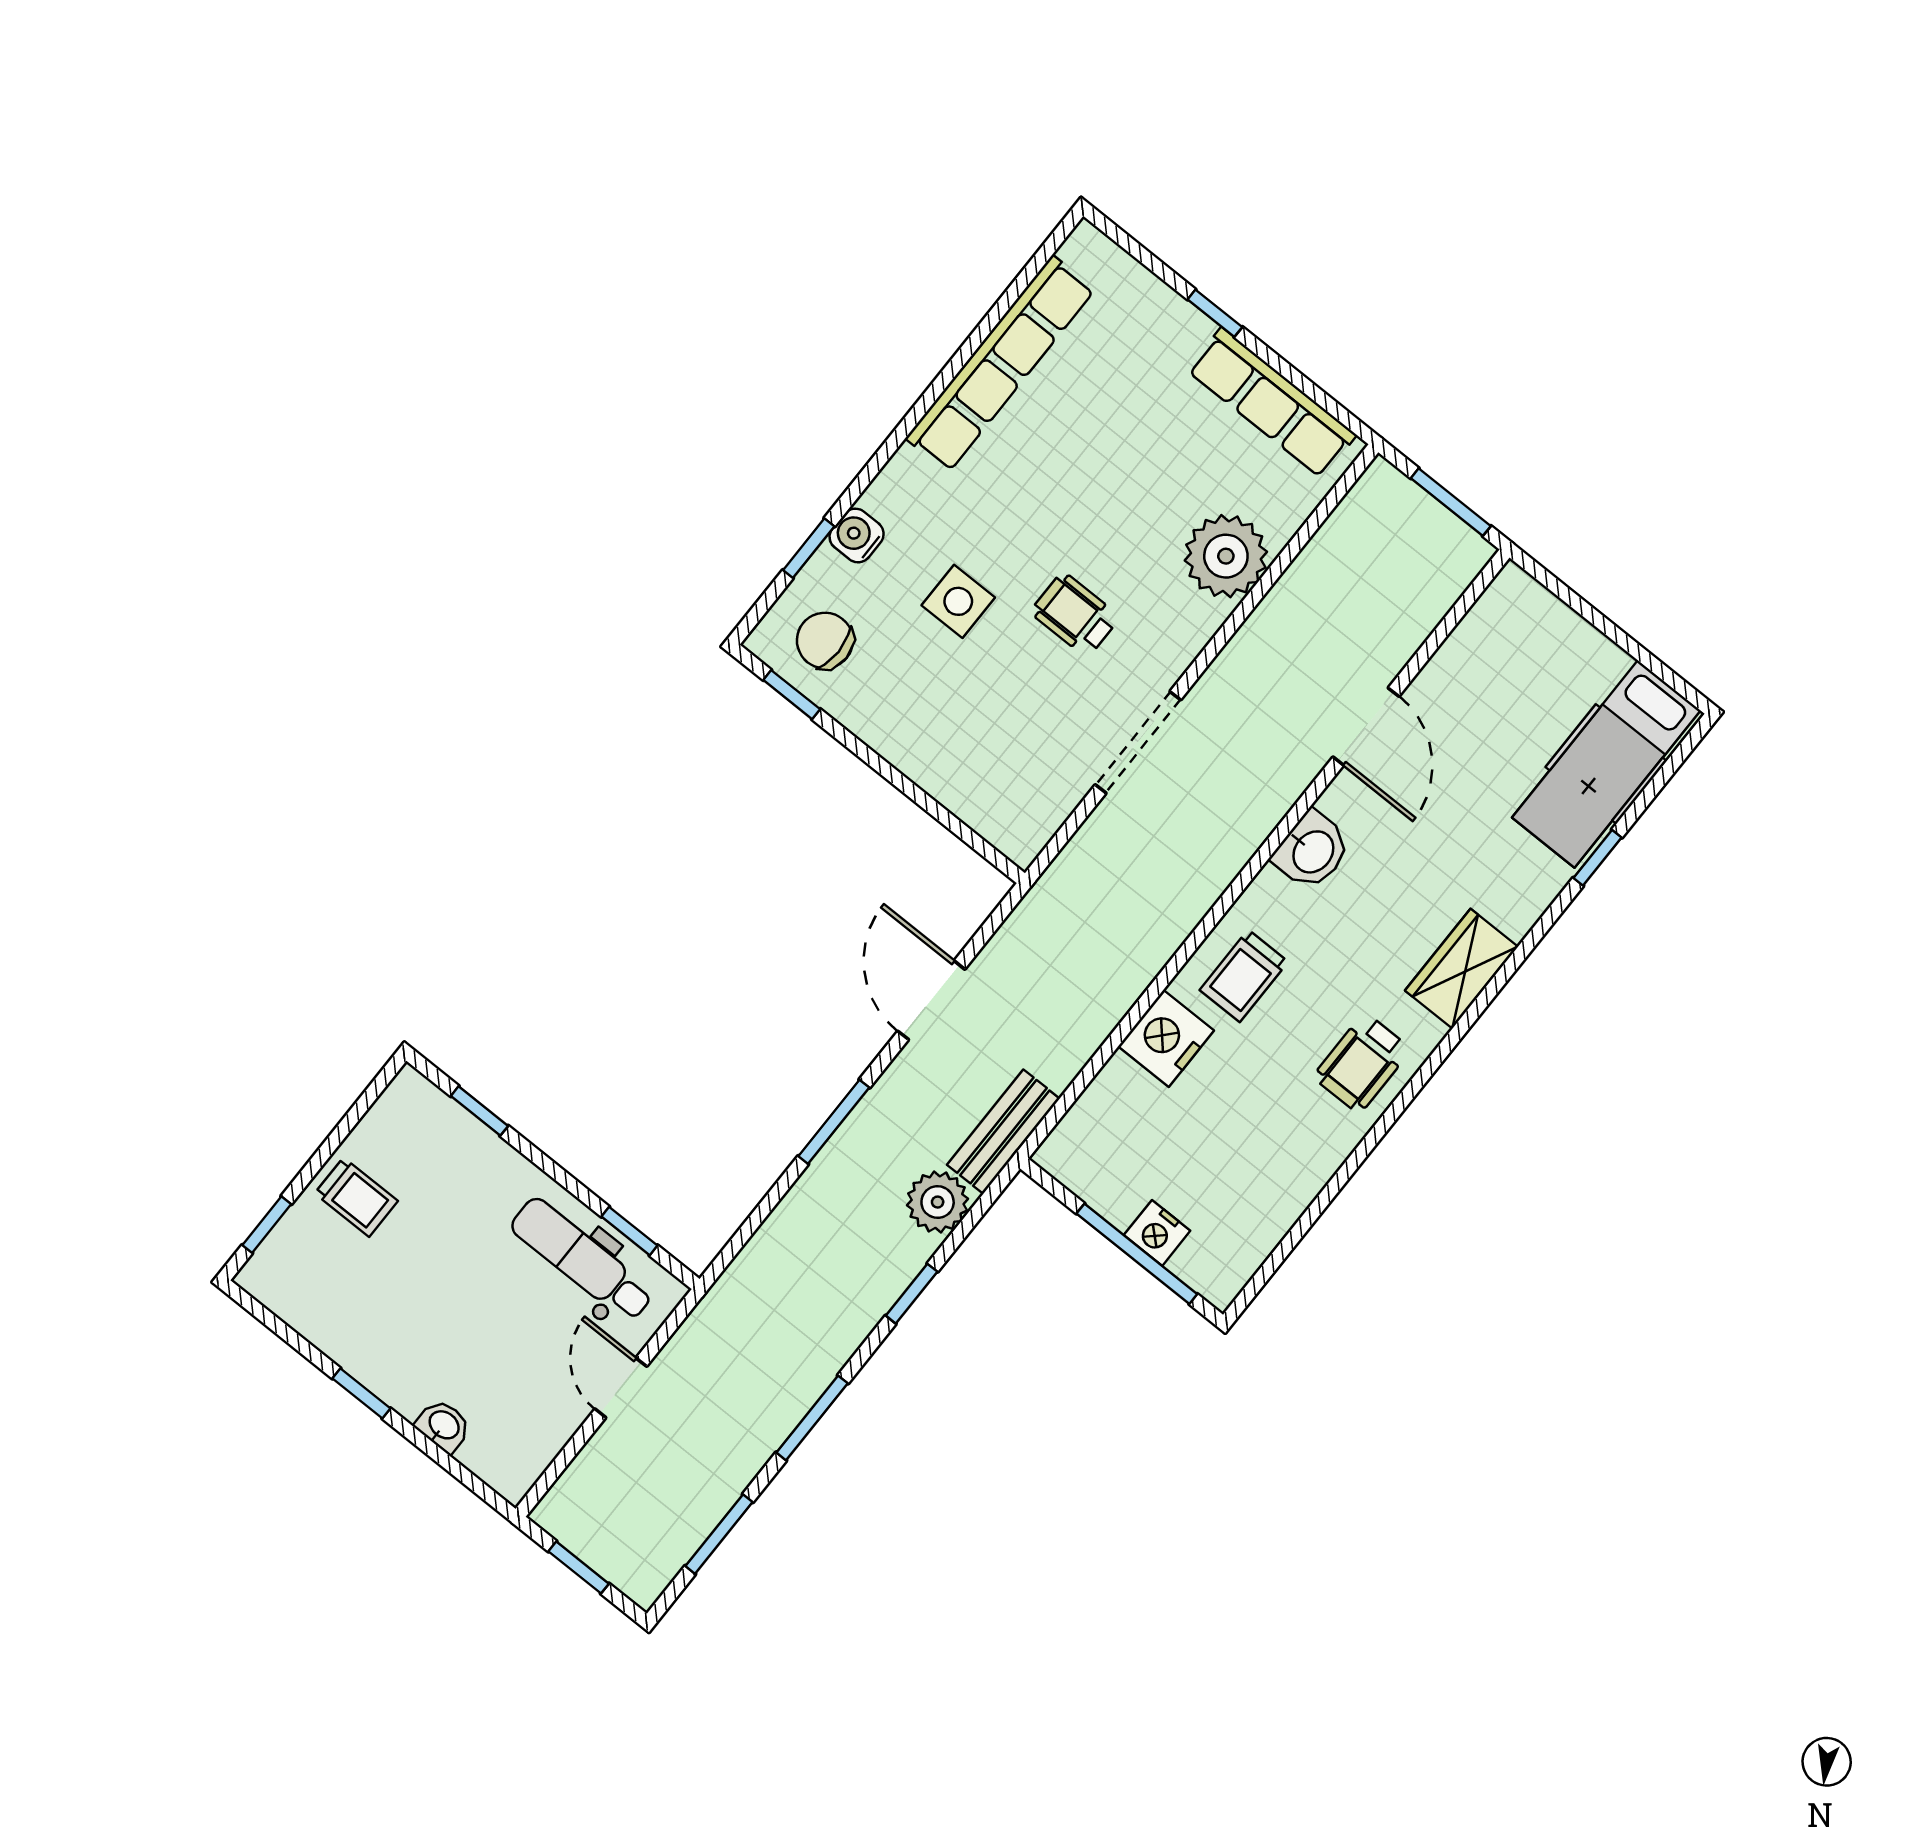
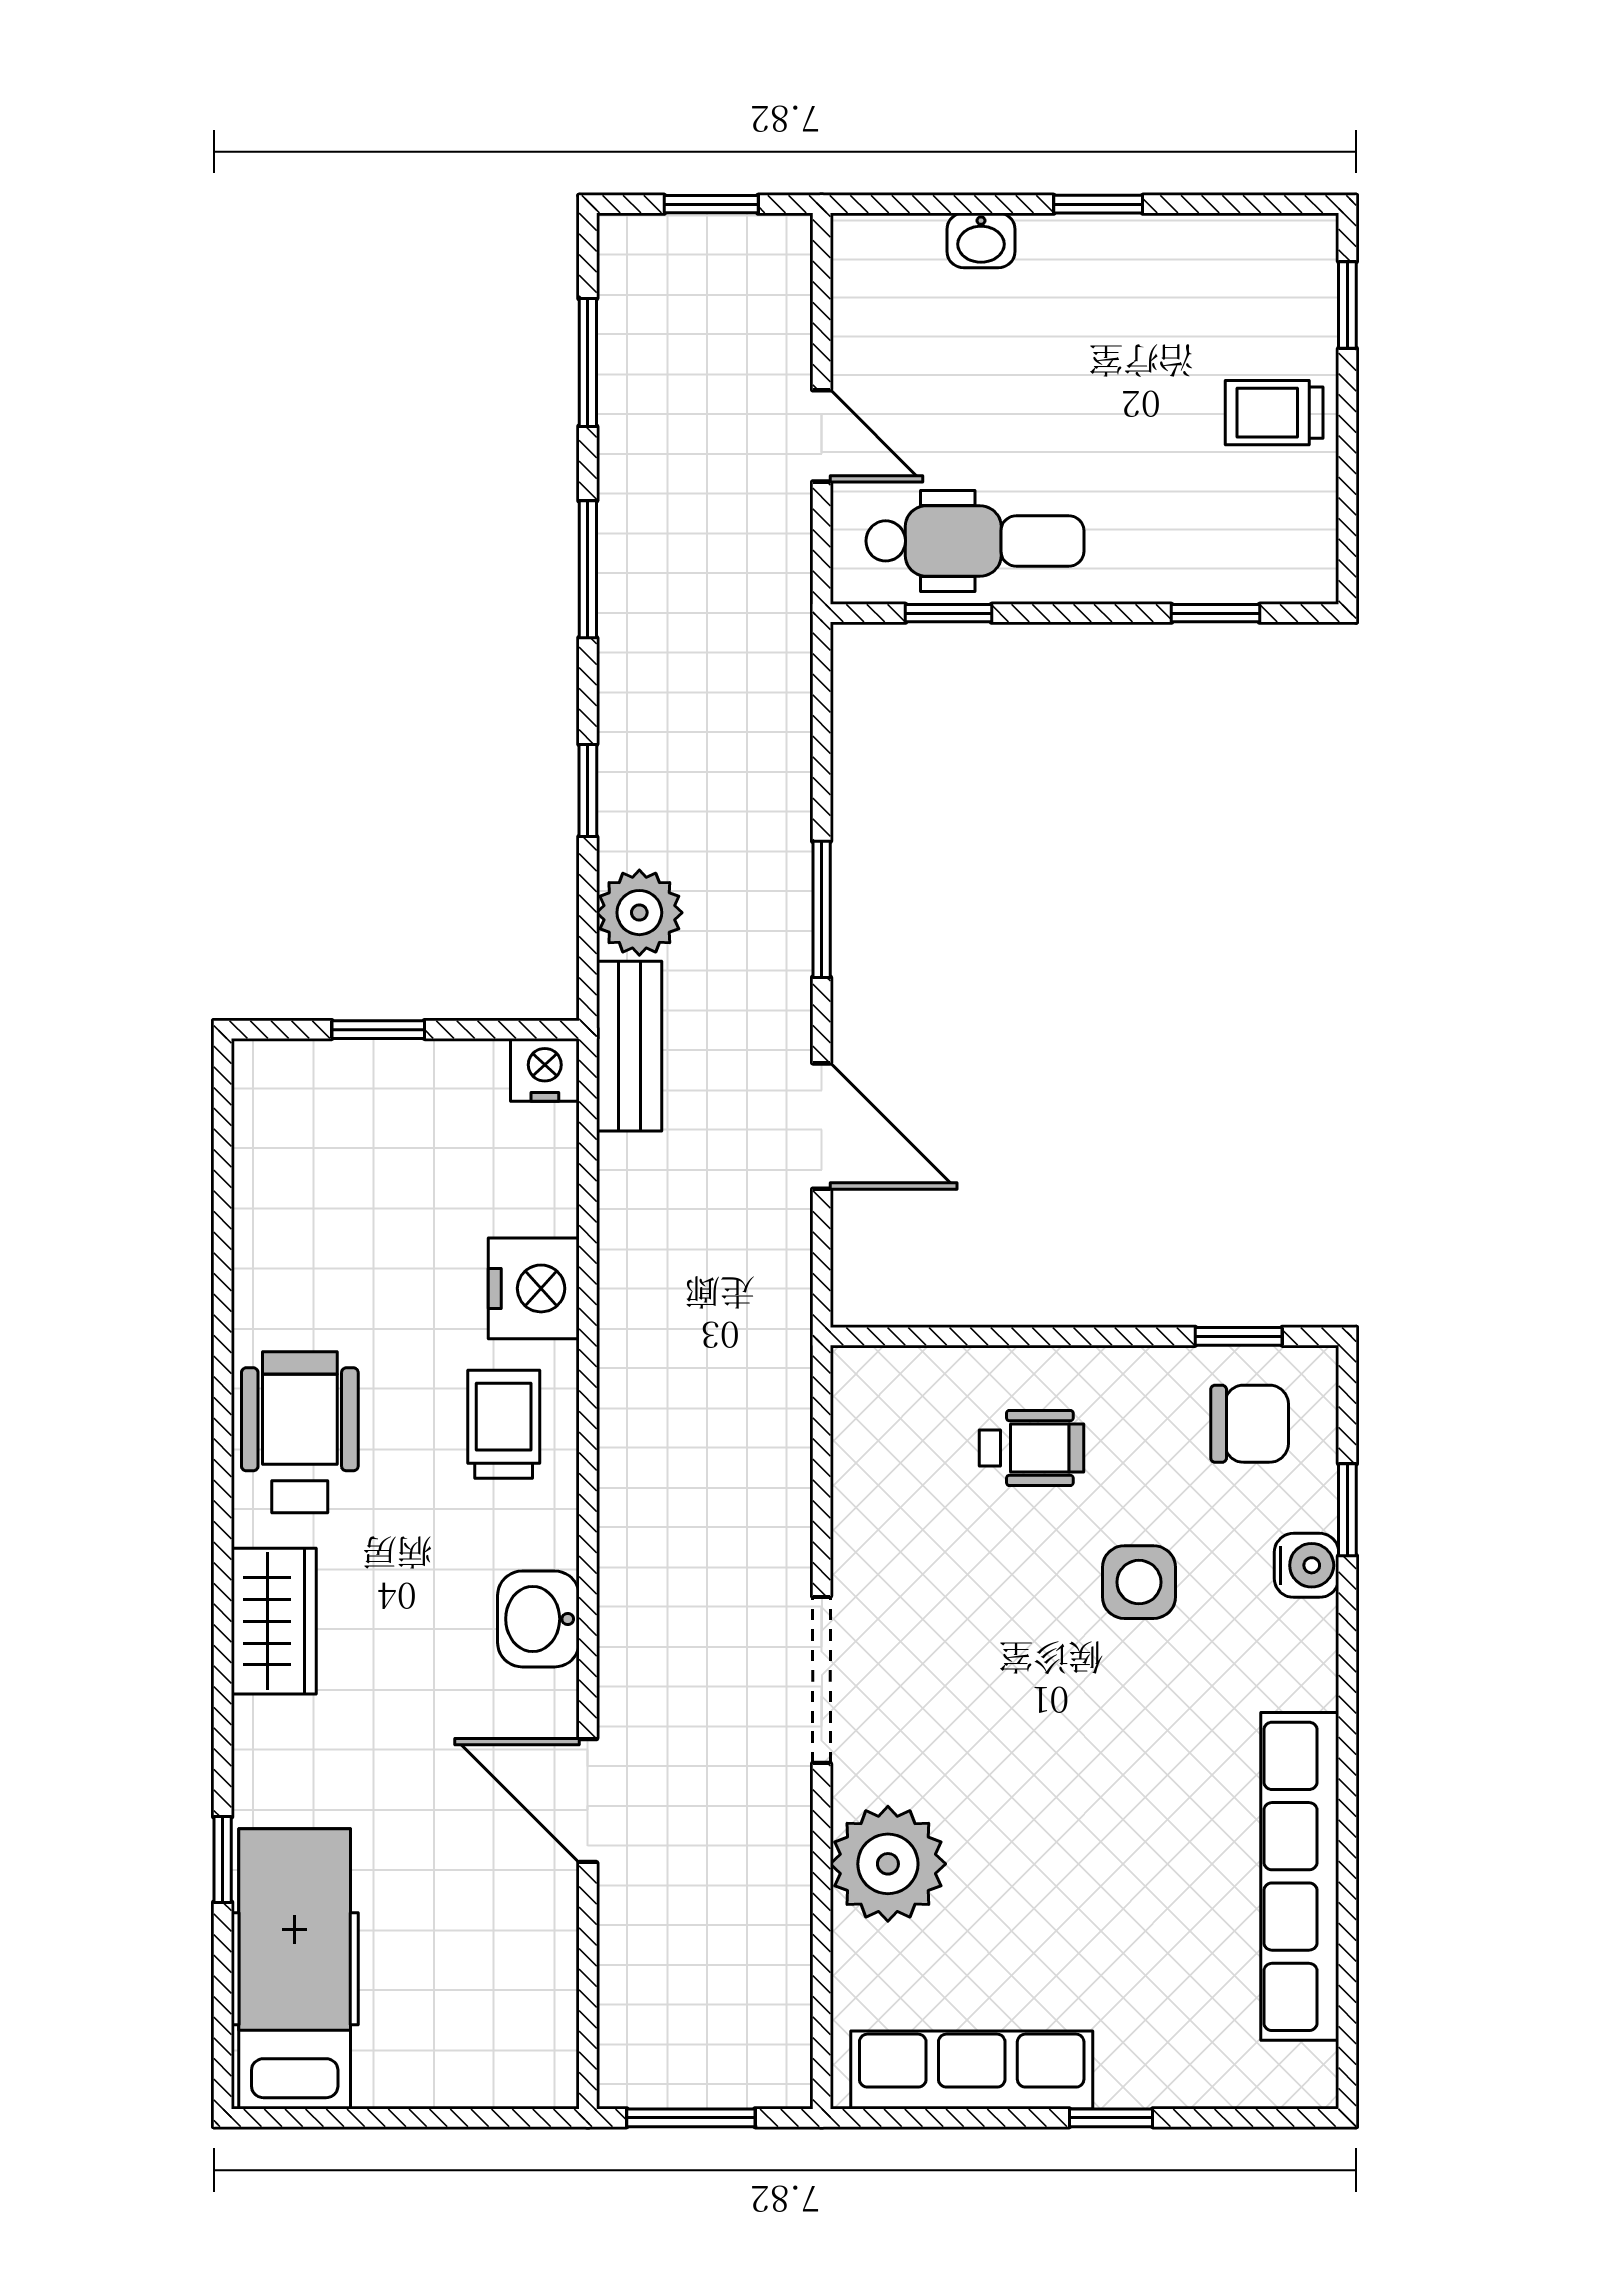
wheelchair: (1075, 615) -> (1032, 1448), moved
doorway: (1138, 742) -> (822, 1680), moved
wheelchair: (1362, 1063) -> (300, 1432), width x1.36, depth x1.37
nightstand: (1157, 1233) -> (545, 1070), moved
window: (1137, 1254) -> (378, 1030), width x0.46

